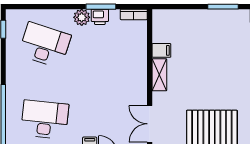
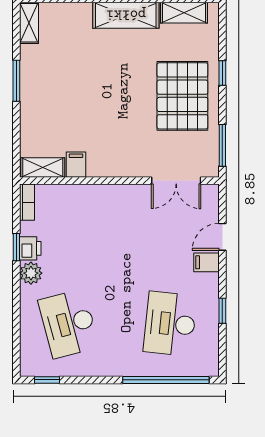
window: (101, 7) -> (16, 247), width x0.67
desk: (45, 45) -> (69, 324), turned -33
shelving: (159, 75) -> (43, 167), moved

